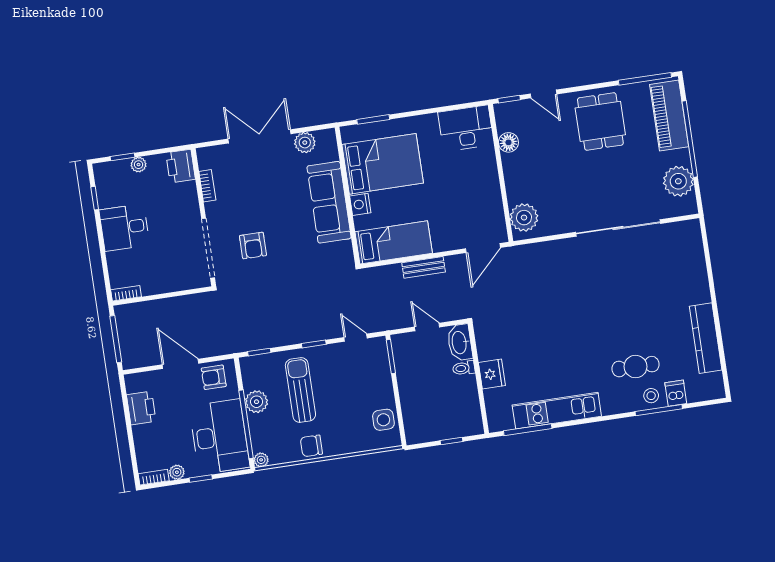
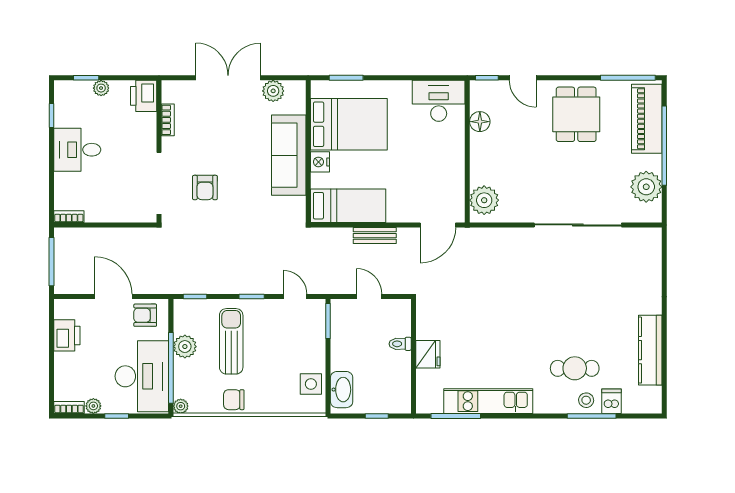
washbasin: (460, 342) -> (342, 390), moved, turned 180

